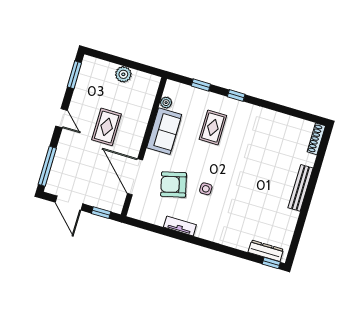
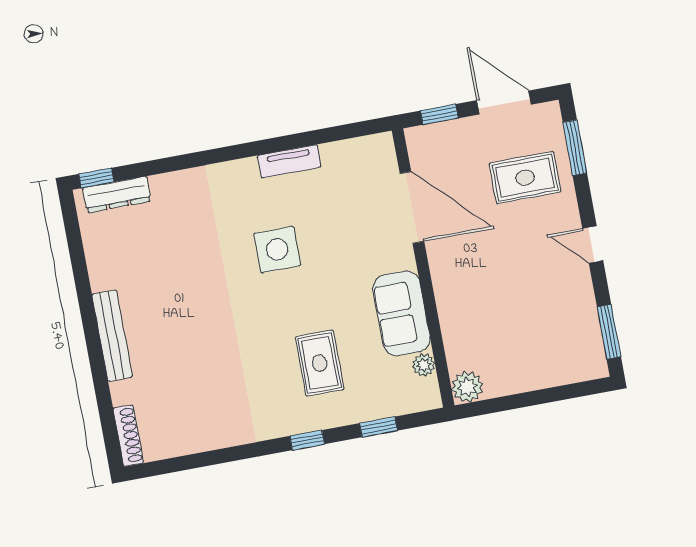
plant: (123, 74) -> (467, 387), moved
rug: (107, 127) -> (525, 178), moved, turned 90
window: (47, 166) -> (575, 148), width x0.69
armchair: (174, 185) -> (337, 228), removed
side table: (206, 189) -> (277, 249), width x1.87, depth x1.87

